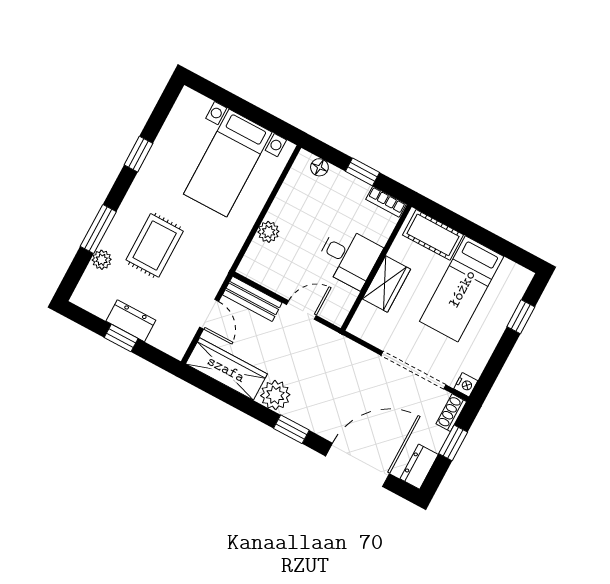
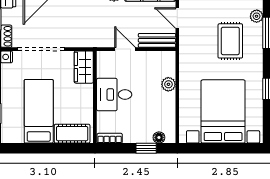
bed with nightstands: (228, 163) -> (223, 111), width x1.36
window: (363, 172) -> (146, 148), moved
wardrobe: (386, 284) -> (84, 67), moved
door: (301, 310) -> (125, 49), swing flipped

